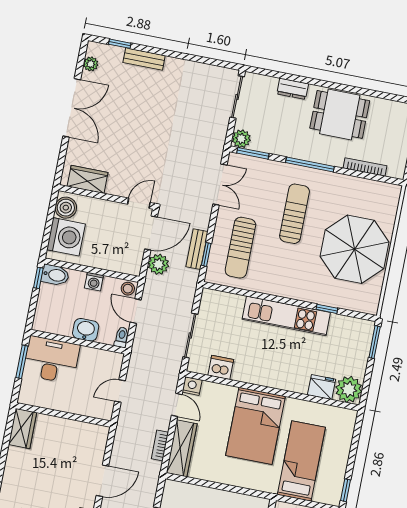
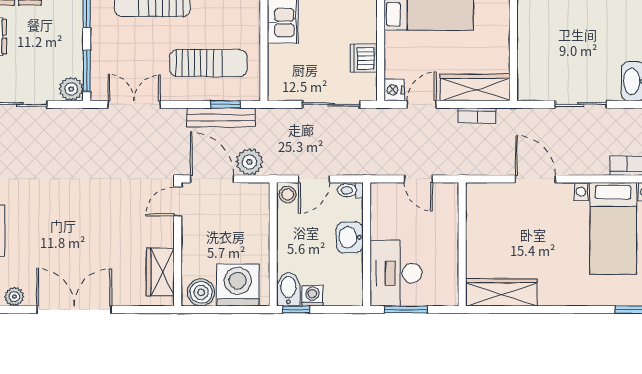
door: (139, 203) -> (178, 202), hinge flipped
bench: (197, 249) -> (221, 117), width x1.36
washing machine: (94, 282) -> (312, 296), moved, turned -90
wardrobe: (23, 429) -> (501, 292), width x1.50

